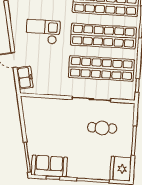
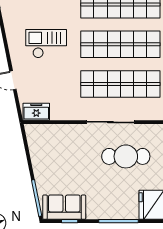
freezer: (25, 78) -> (36, 112), moved, turned -79
cafe table: (102, 128) -> (126, 156), width x1.37, depth x1.35

